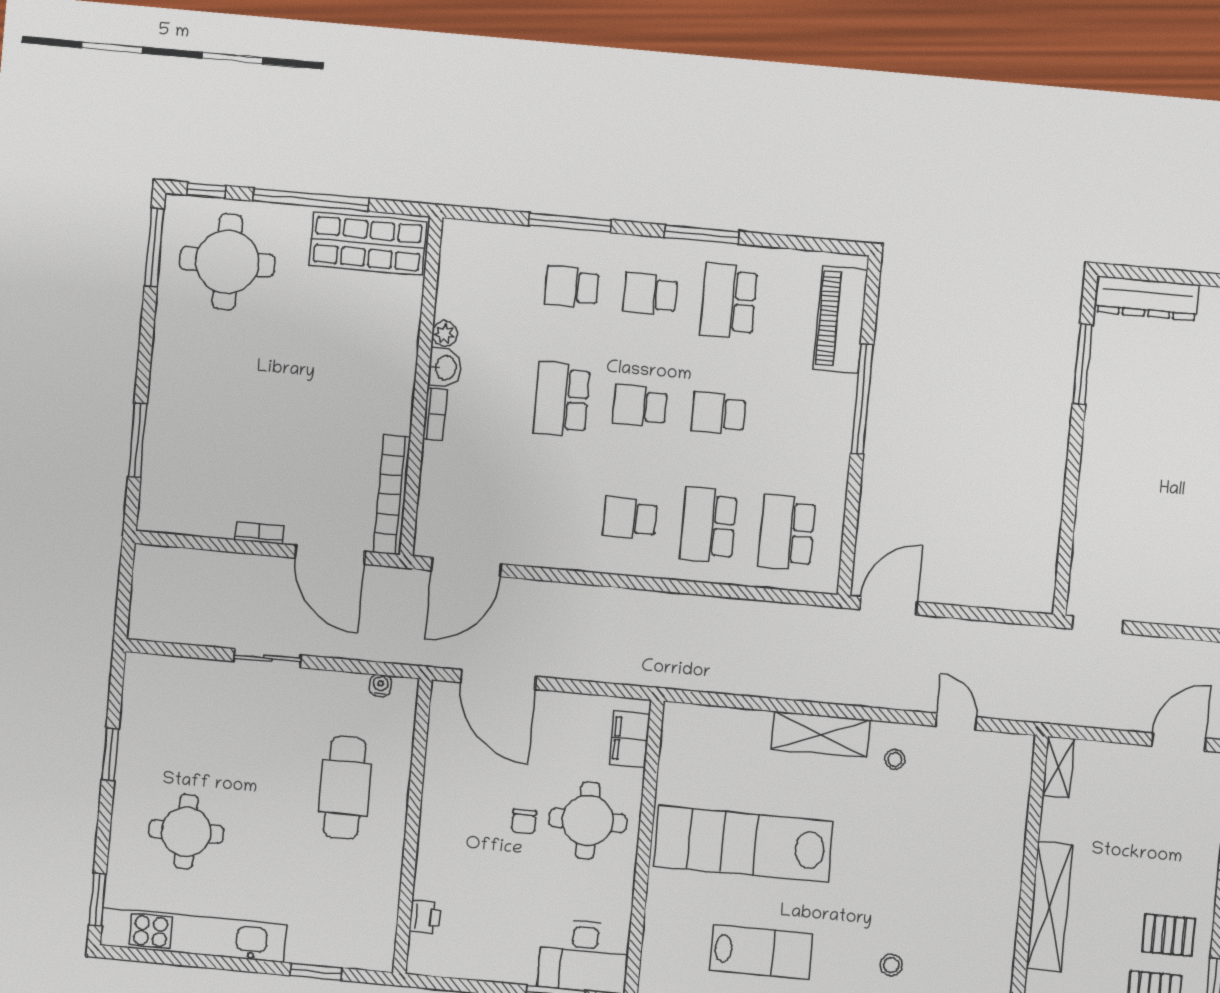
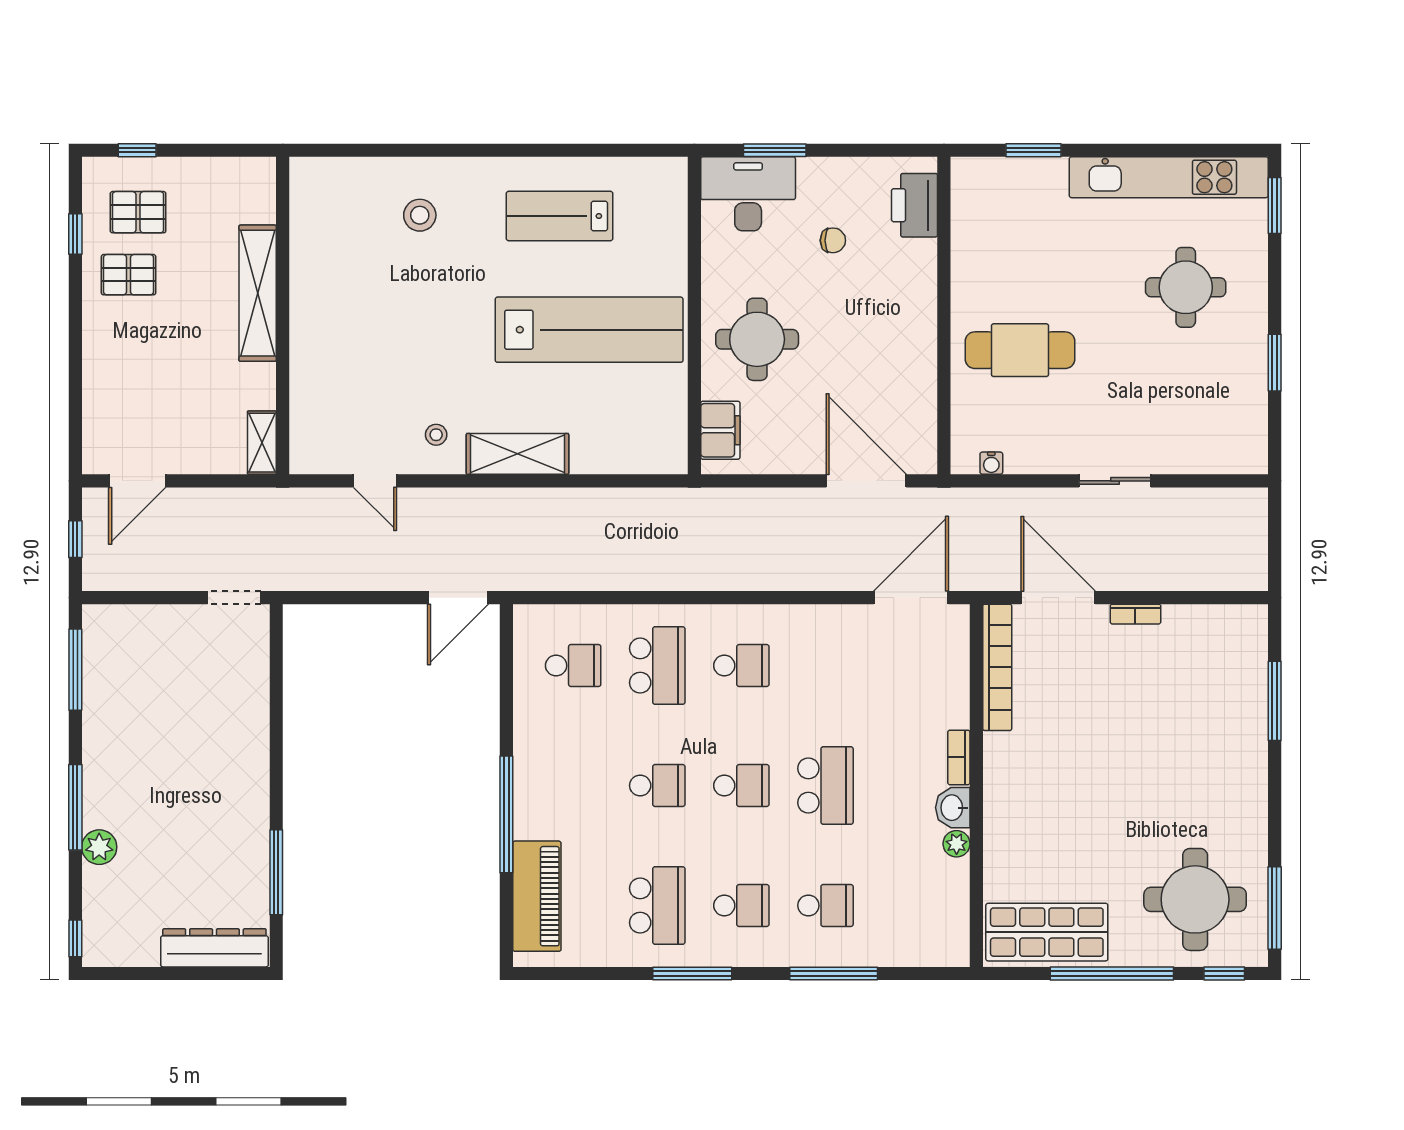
school desk: (787, 532) -> (573, 666), width x0.54
cafe table: (345, 788) -> (1020, 350), turned 90
chair: (524, 821) -> (833, 240), moved, turned 90
printer: (425, 917) -> (915, 205), width x1.87, depth x1.48
stool: (891, 965) -> (420, 215), width x1.37, depth x1.37

